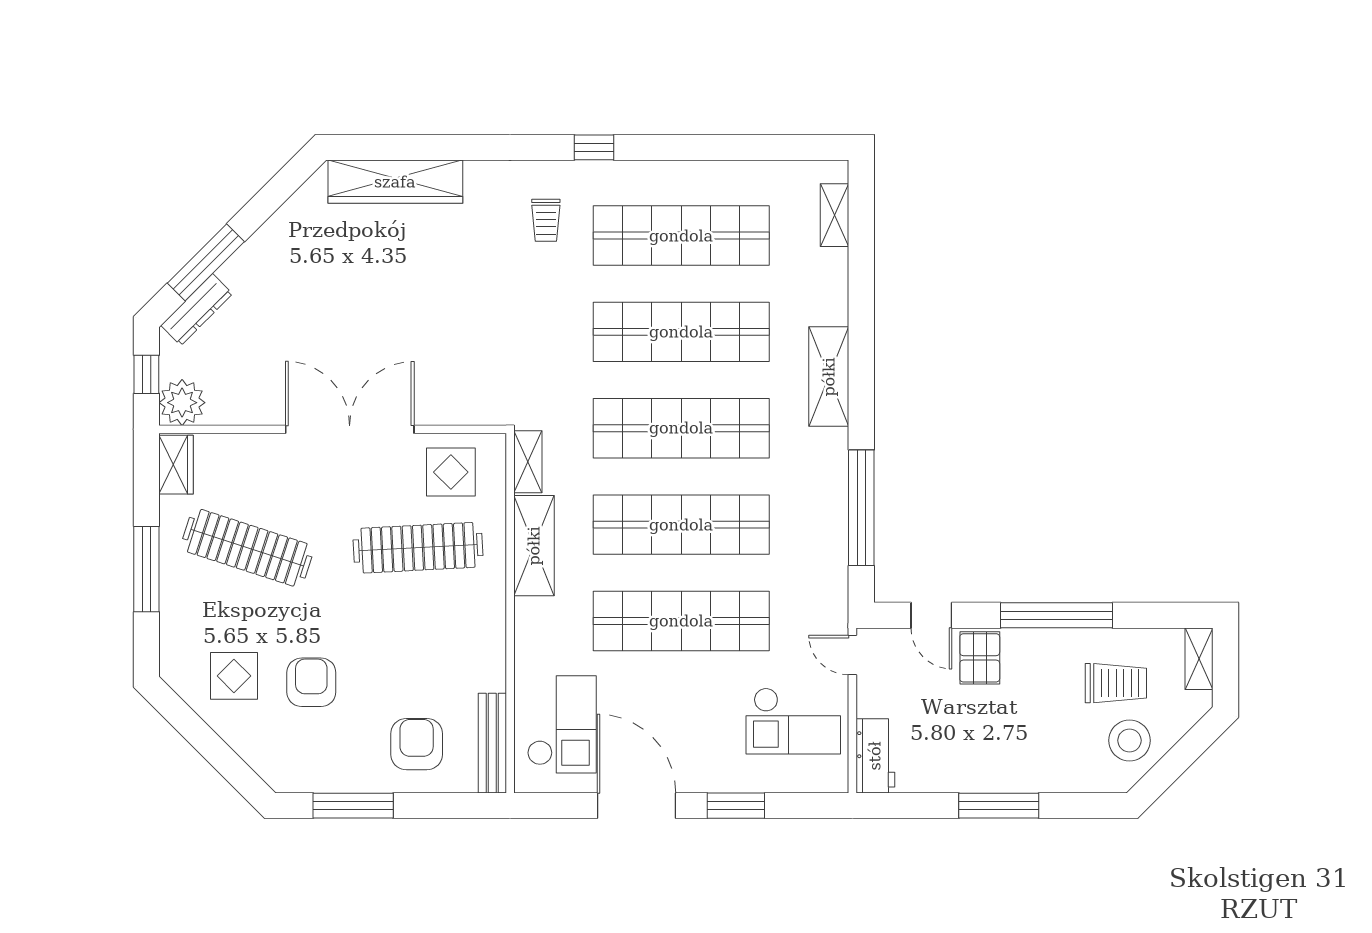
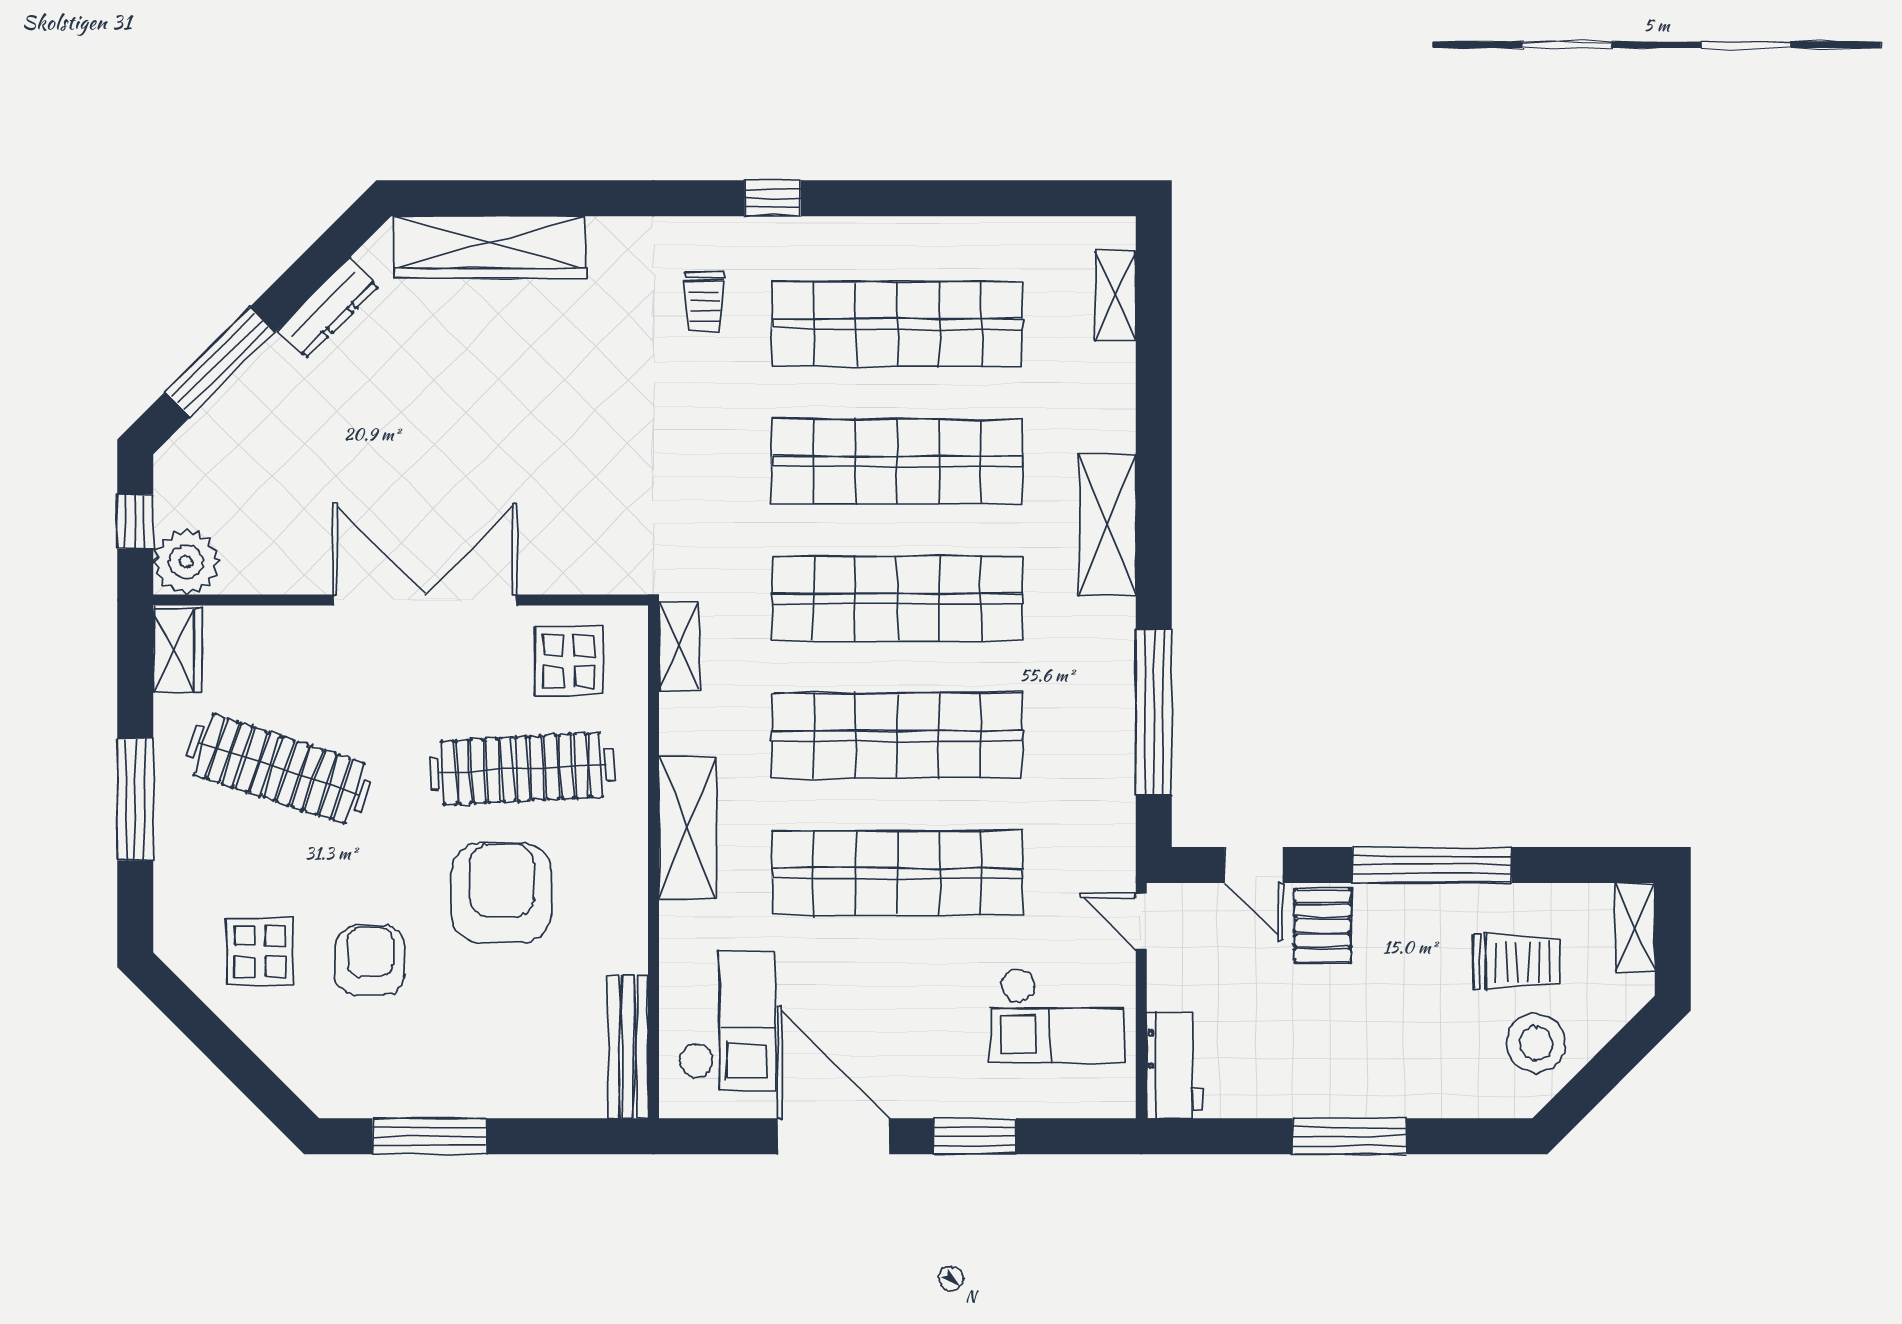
dresser: (197, 310) -> (328, 308), moved
shelving: (534, 546) -> (687, 828), moved
armchair: (417, 744) -> (502, 893), moved, width x1.36, depth x1.36

